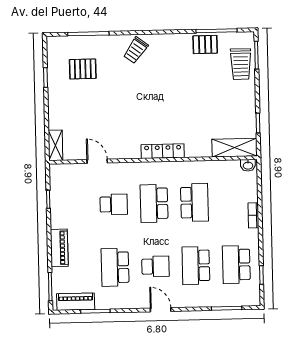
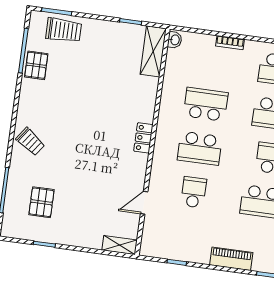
locker: (163, 151) -> (143, 138), width x0.66

